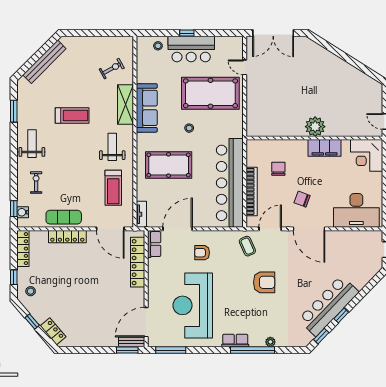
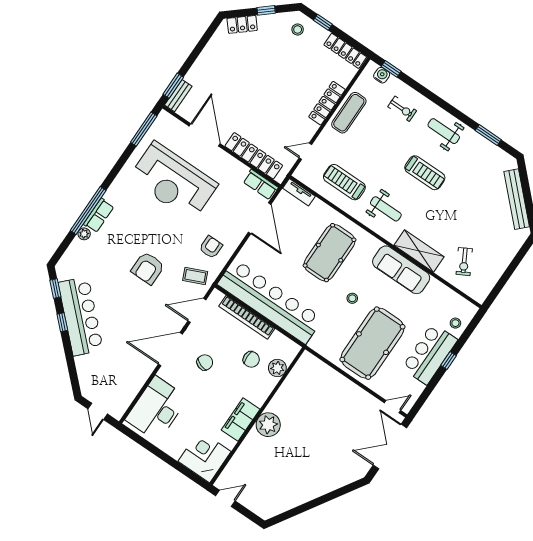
door: (245, 67) -> (393, 407), moved
treadmill: (72, 116) -> (425, 173), moved, turned -90
weight bench: (32, 144) -> (444, 131), turned 180
plant: (272, 147) -> (277, 368), added
door: (110, 229) -> (305, 151), width x0.53
door: (270, 229) -> (197, 310), swing flipped
armchair: (202, 253) -> (211, 247), moved
reception desk: (193, 305) -> (173, 181), turned 180
door: (146, 322) -> (205, 135), moved
row of seats: (235, 341) -> (99, 215), moved

